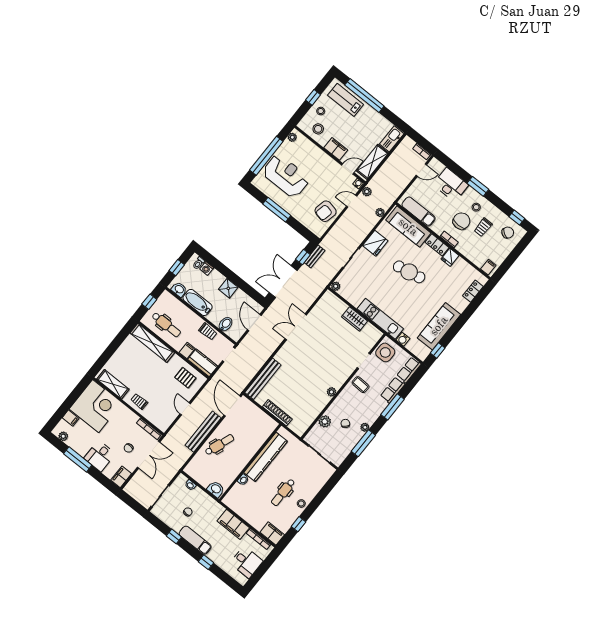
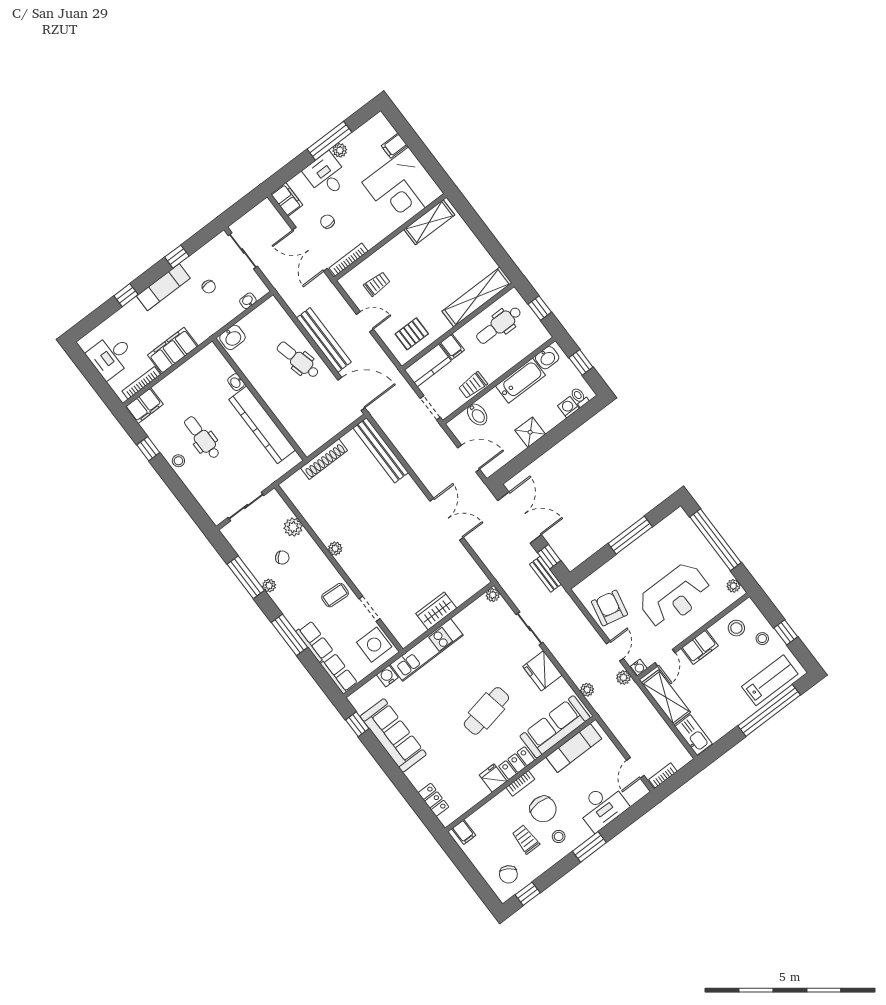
reception desk: (286, 176) -> (675, 596), moved
trolley: (139, 401) -> (377, 284), moved
plant: (63, 436) -> (340, 150), moved
dental chair: (219, 445) -> (298, 360), turned 146

